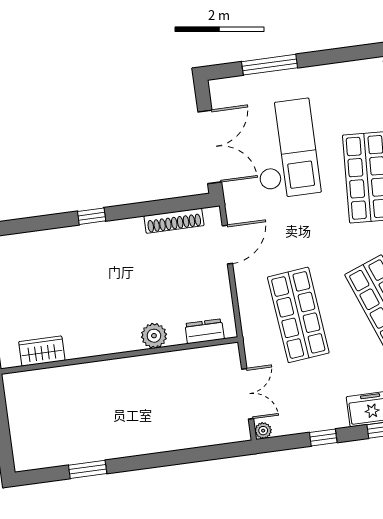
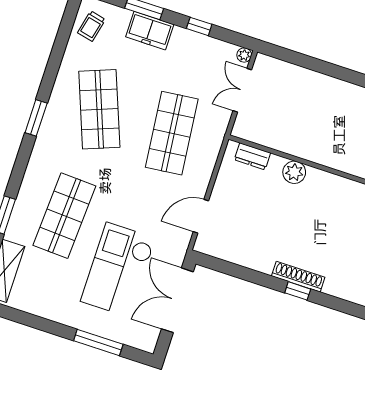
shoe rack: (174, 221) -> (298, 277), moved

